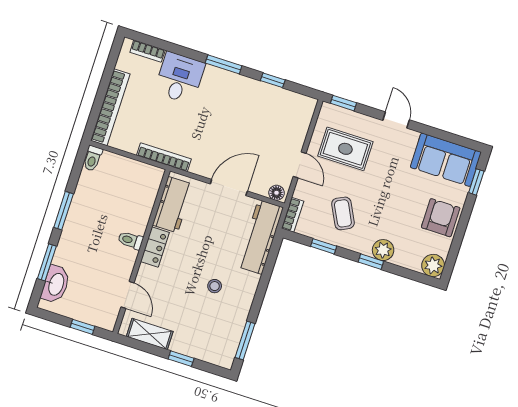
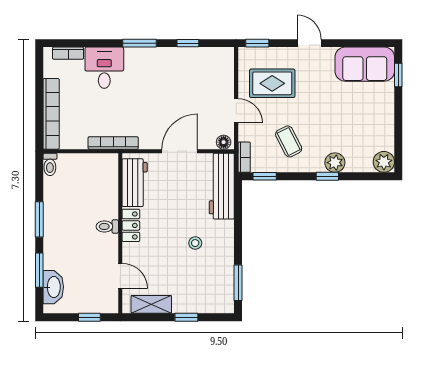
armchair: (441, 218) -> (377, 117), removed
window: (324, 246) -> (265, 176), moved

